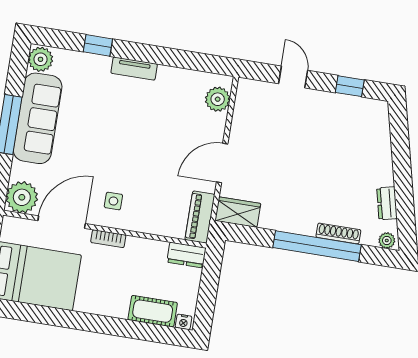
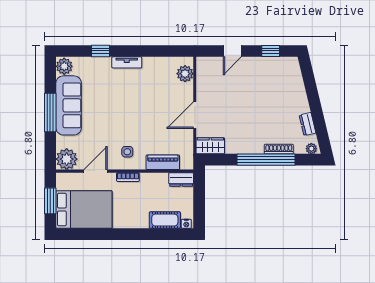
door: (293, 77) -> (232, 51), swing flipped
piano: (200, 217) -> (163, 162), moved, turned 90
door: (62, 222) -> (96, 171), width x0.73

